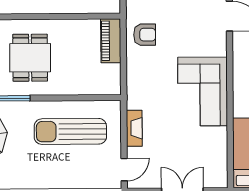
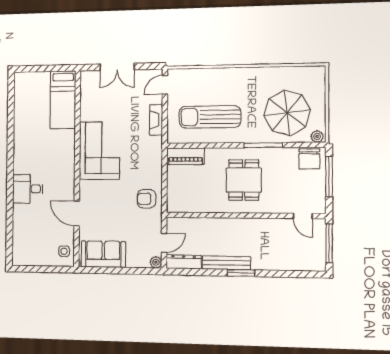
piano: (111, 41) -> (185, 156), moved, turned 90
sun lounger: (70, 131) -> (210, 117), turned 180

